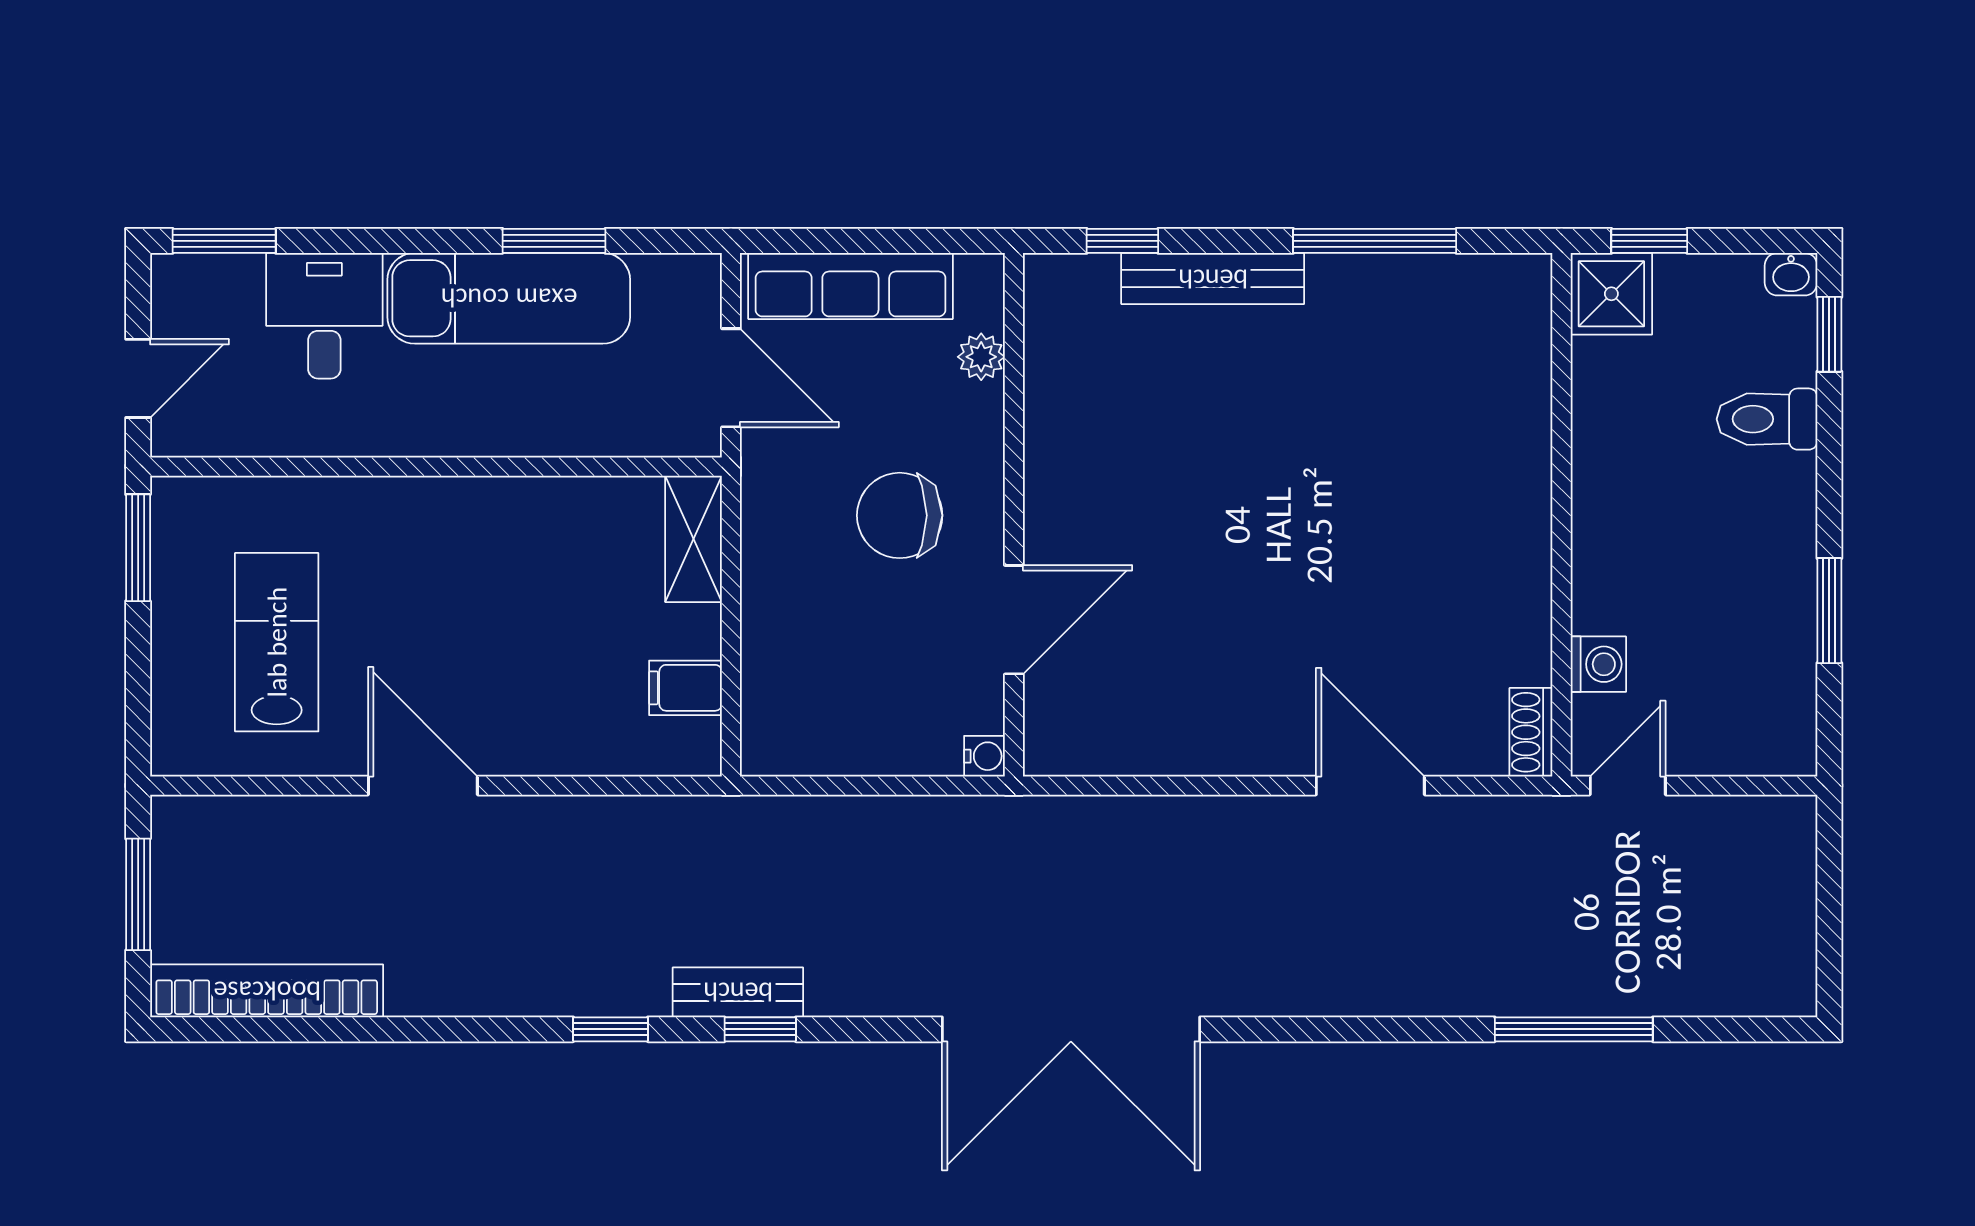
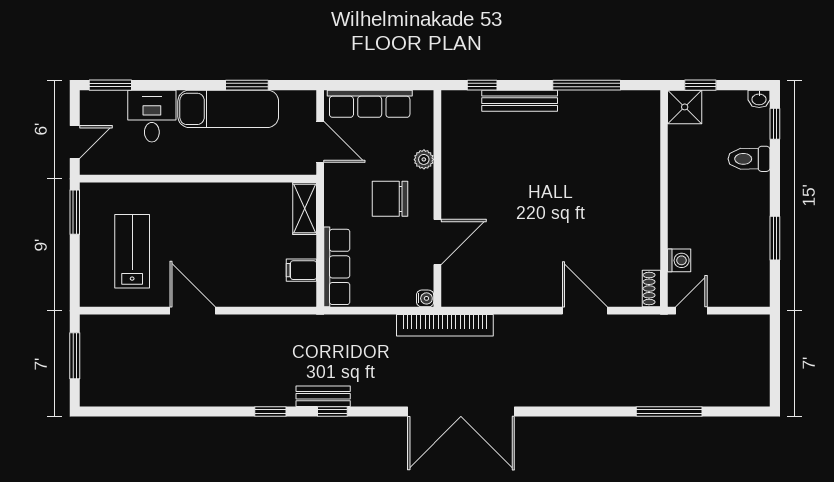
plant: (981, 357) -> (424, 159), moved
row of seats: (771, 680) -> (337, 267), added
bookcase: (267, 991) -> (445, 325), moved, turned 180

